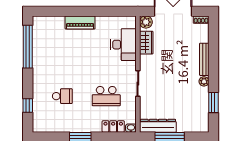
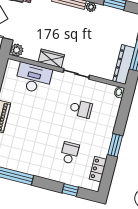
wardrobe: (146, 43) -> (51, 58), moved
school desk: (106, 96) -> (81, 109), width x0.54
locker: (113, 126) -> (98, 169), moved

